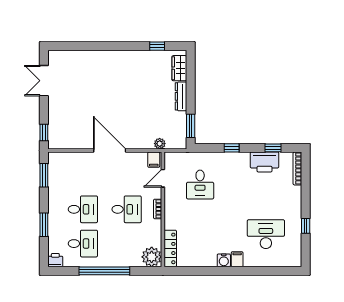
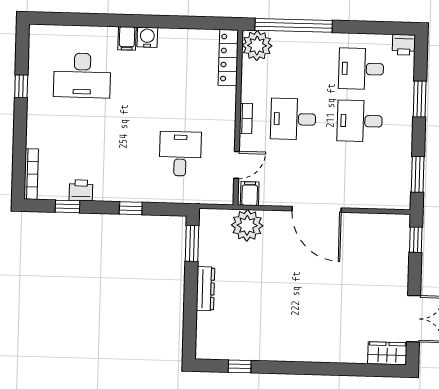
wardrobe: (179, 68) -> (387, 353), moved, turned -90
plant: (160, 144) -> (247, 225), width x1.88, depth x1.88
printer: (264, 162) -> (81, 190), width x0.53, depth x0.68
window: (104, 271) -> (294, 25), moved

